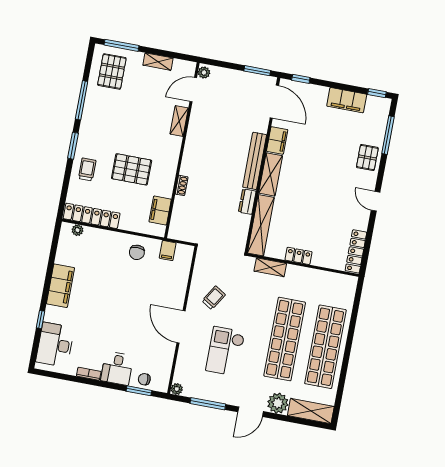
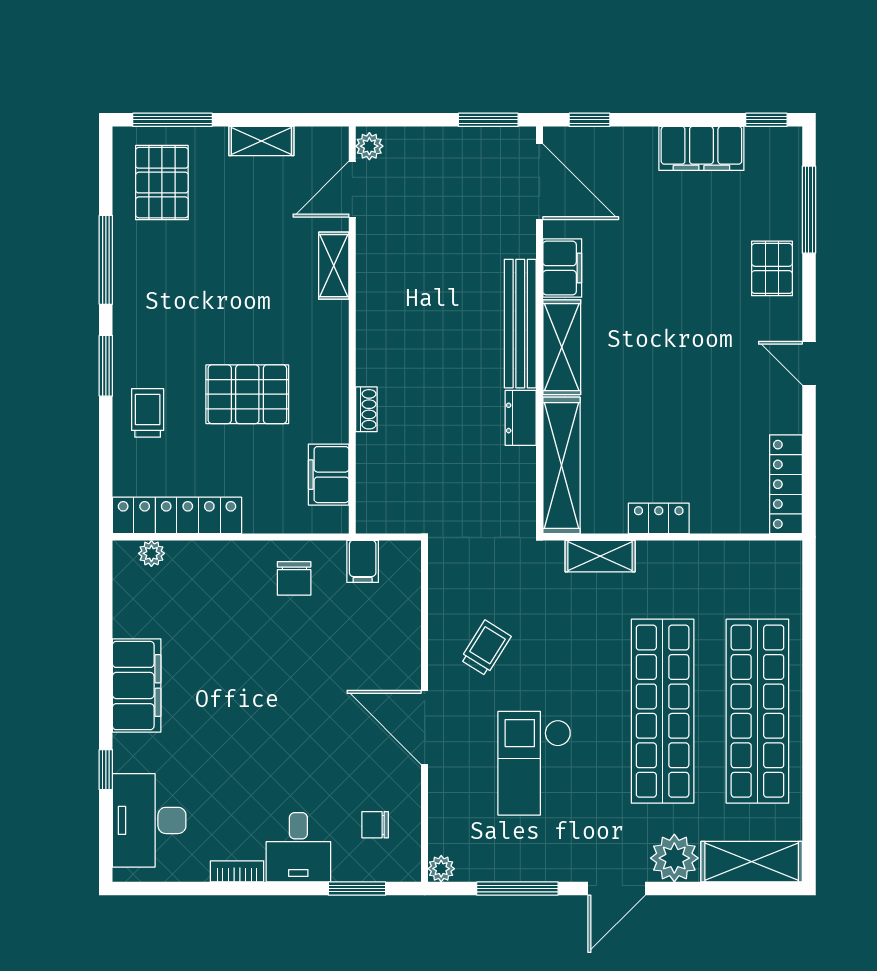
chair: (144, 379) -> (375, 825), moved

